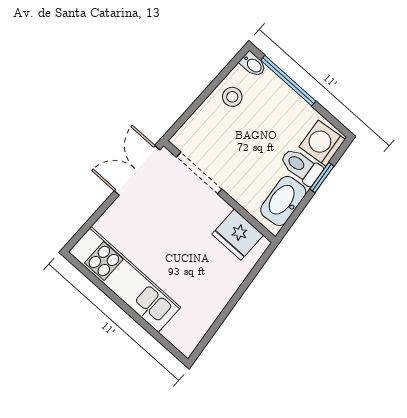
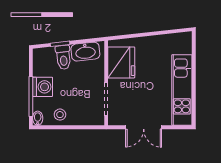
washing machine: (322, 143) -> (43, 87), moved, turned -84
double door: (137, 170) -> (144, 127), moved
fridge: (238, 235) -> (121, 62), width x1.36, depth x1.34

